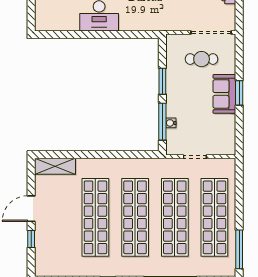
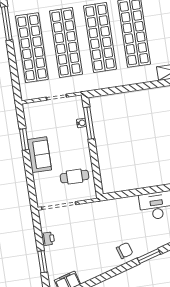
cafe table: (202, 59) -> (75, 177), moved
window: (162, 81) -> (94, 158), removed
window: (239, 93) -> (24, 139), moved

